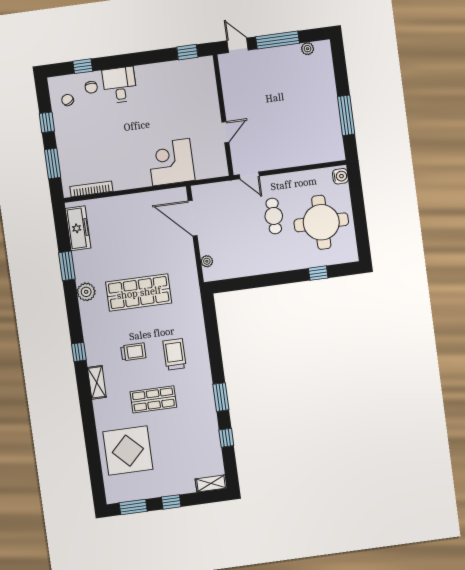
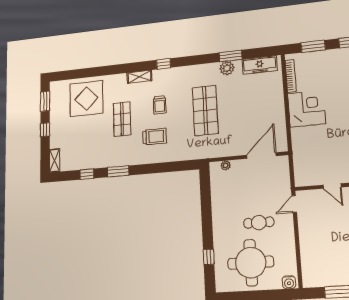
corner desk: (171, 162) -> (306, 109), moved
plant: (86, 292) -> (227, 68), moved

